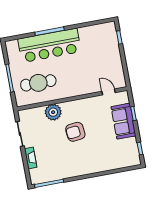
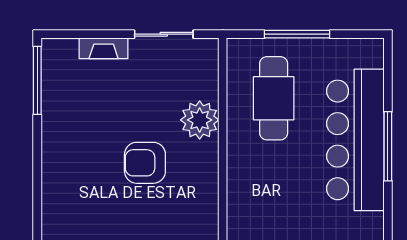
armchair: (75, 132) -> (145, 163), turned -84

